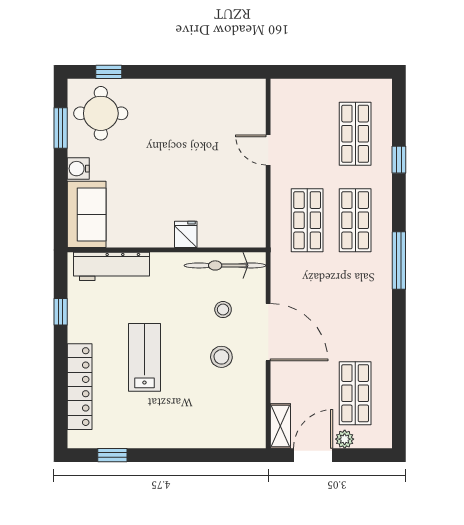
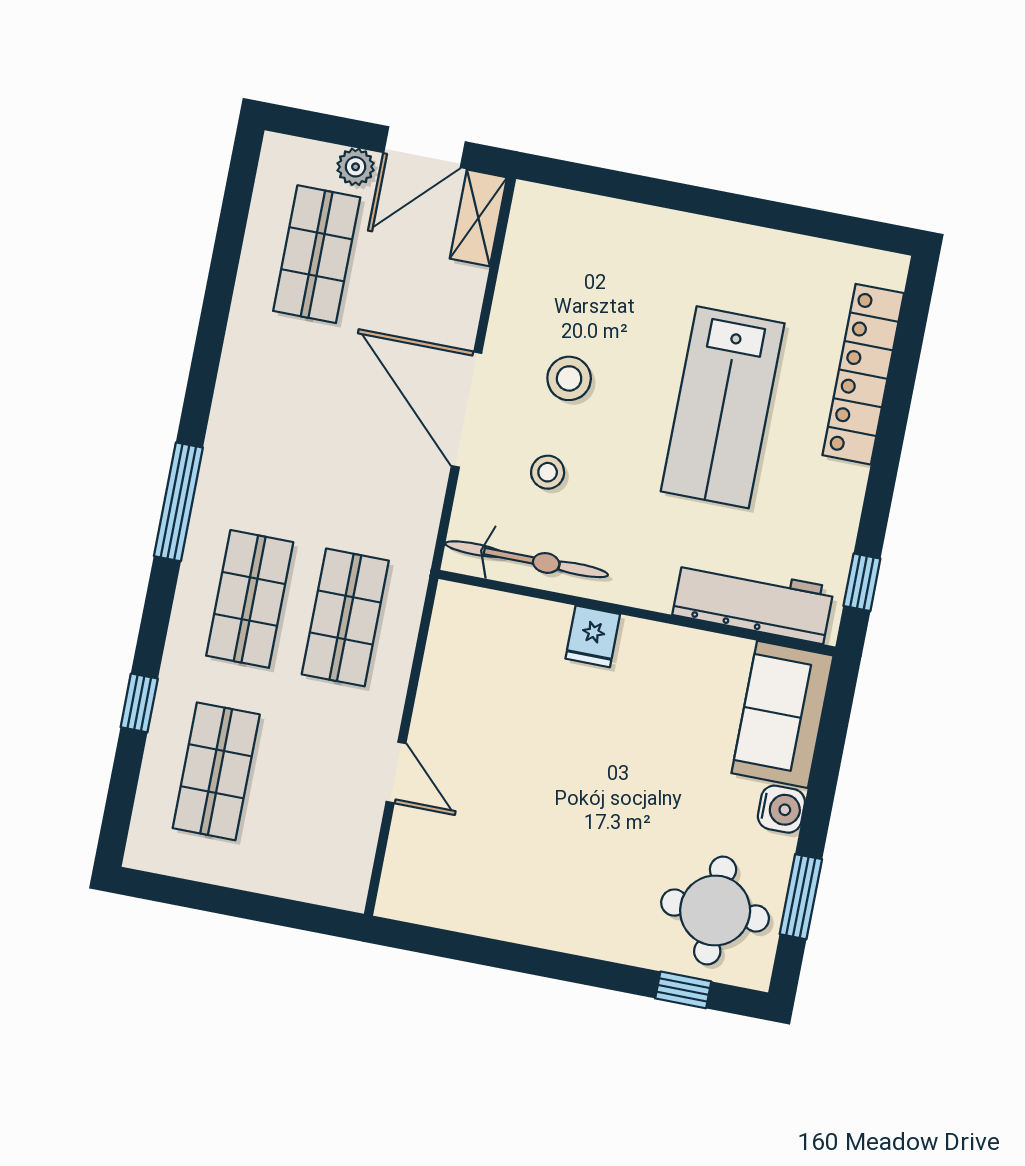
window: (61, 312) -> (862, 582), moved
lab bench: (144, 357) -> (723, 407), width x1.36, depth x1.39
window: (112, 455) -> (825, 225), removed

